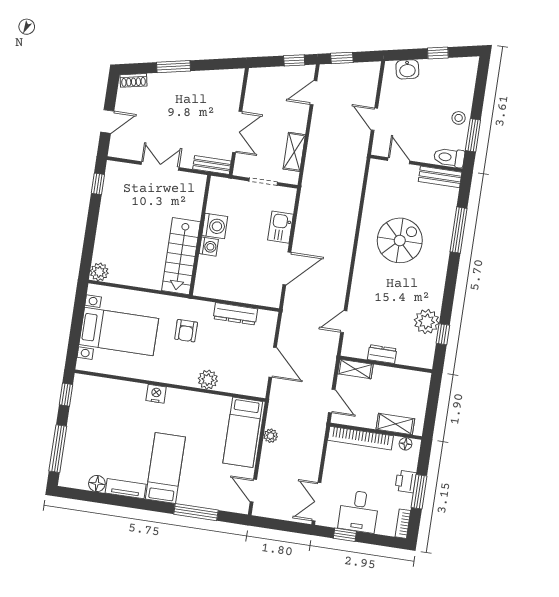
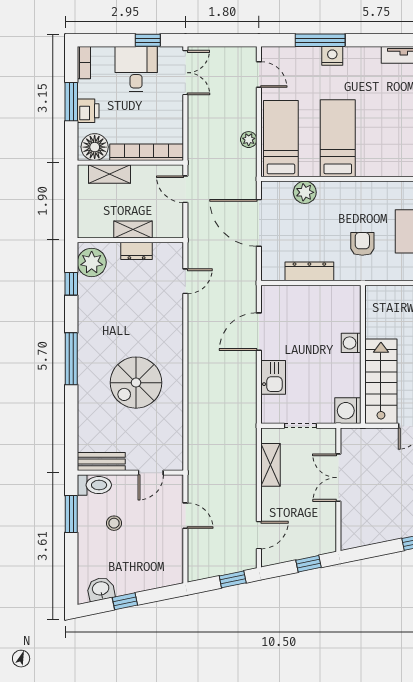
window: (294, 60) -> (308, 564), moved
washbasin: (407, 69) -> (101, 589), moved
stool: (459, 118) -> (114, 523), moved
door: (399, 161) -> (151, 473), hinge flipped
bench: (212, 165) -> (361, 436), removed
washing machine: (215, 226) -> (348, 411), moved
window: (459, 230) -> (71, 359), moved
stairs: (181, 256) -> (381, 381), moved
plant: (427, 322) -> (92, 262), moved
door: (273, 362) -> (259, 223), width x1.36
shelving: (355, 369) -> (133, 229), moved
plant: (208, 380) -> (305, 192), moved
nightstand: (156, 394) -> (332, 56), moved, turned 180
floor lamp: (406, 444) -> (95, 147), width x1.89, depth x1.89
bed: (165, 468) -> (338, 138), moved, turned 180

